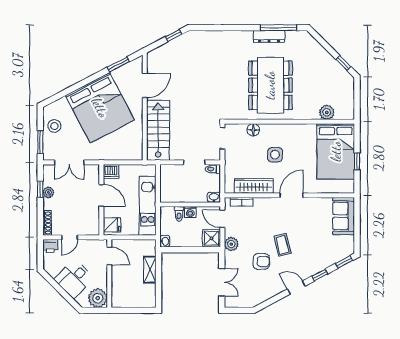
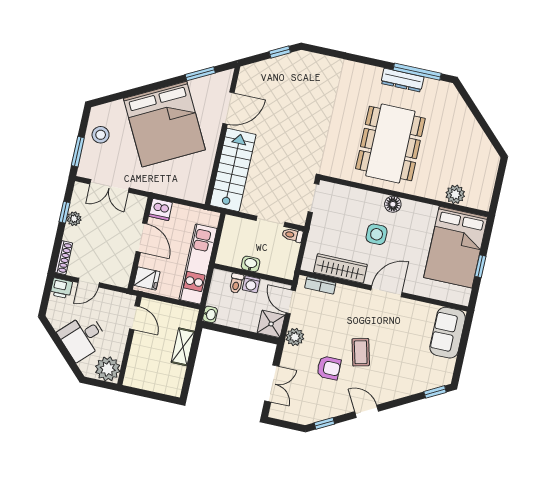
window: (343, 63) -> (491, 136), removed
floor lamp: (253, 130) -> (393, 204), moved
washbasin: (214, 197) -> (251, 264), moved
window: (320, 275) -> (324, 423), moved

